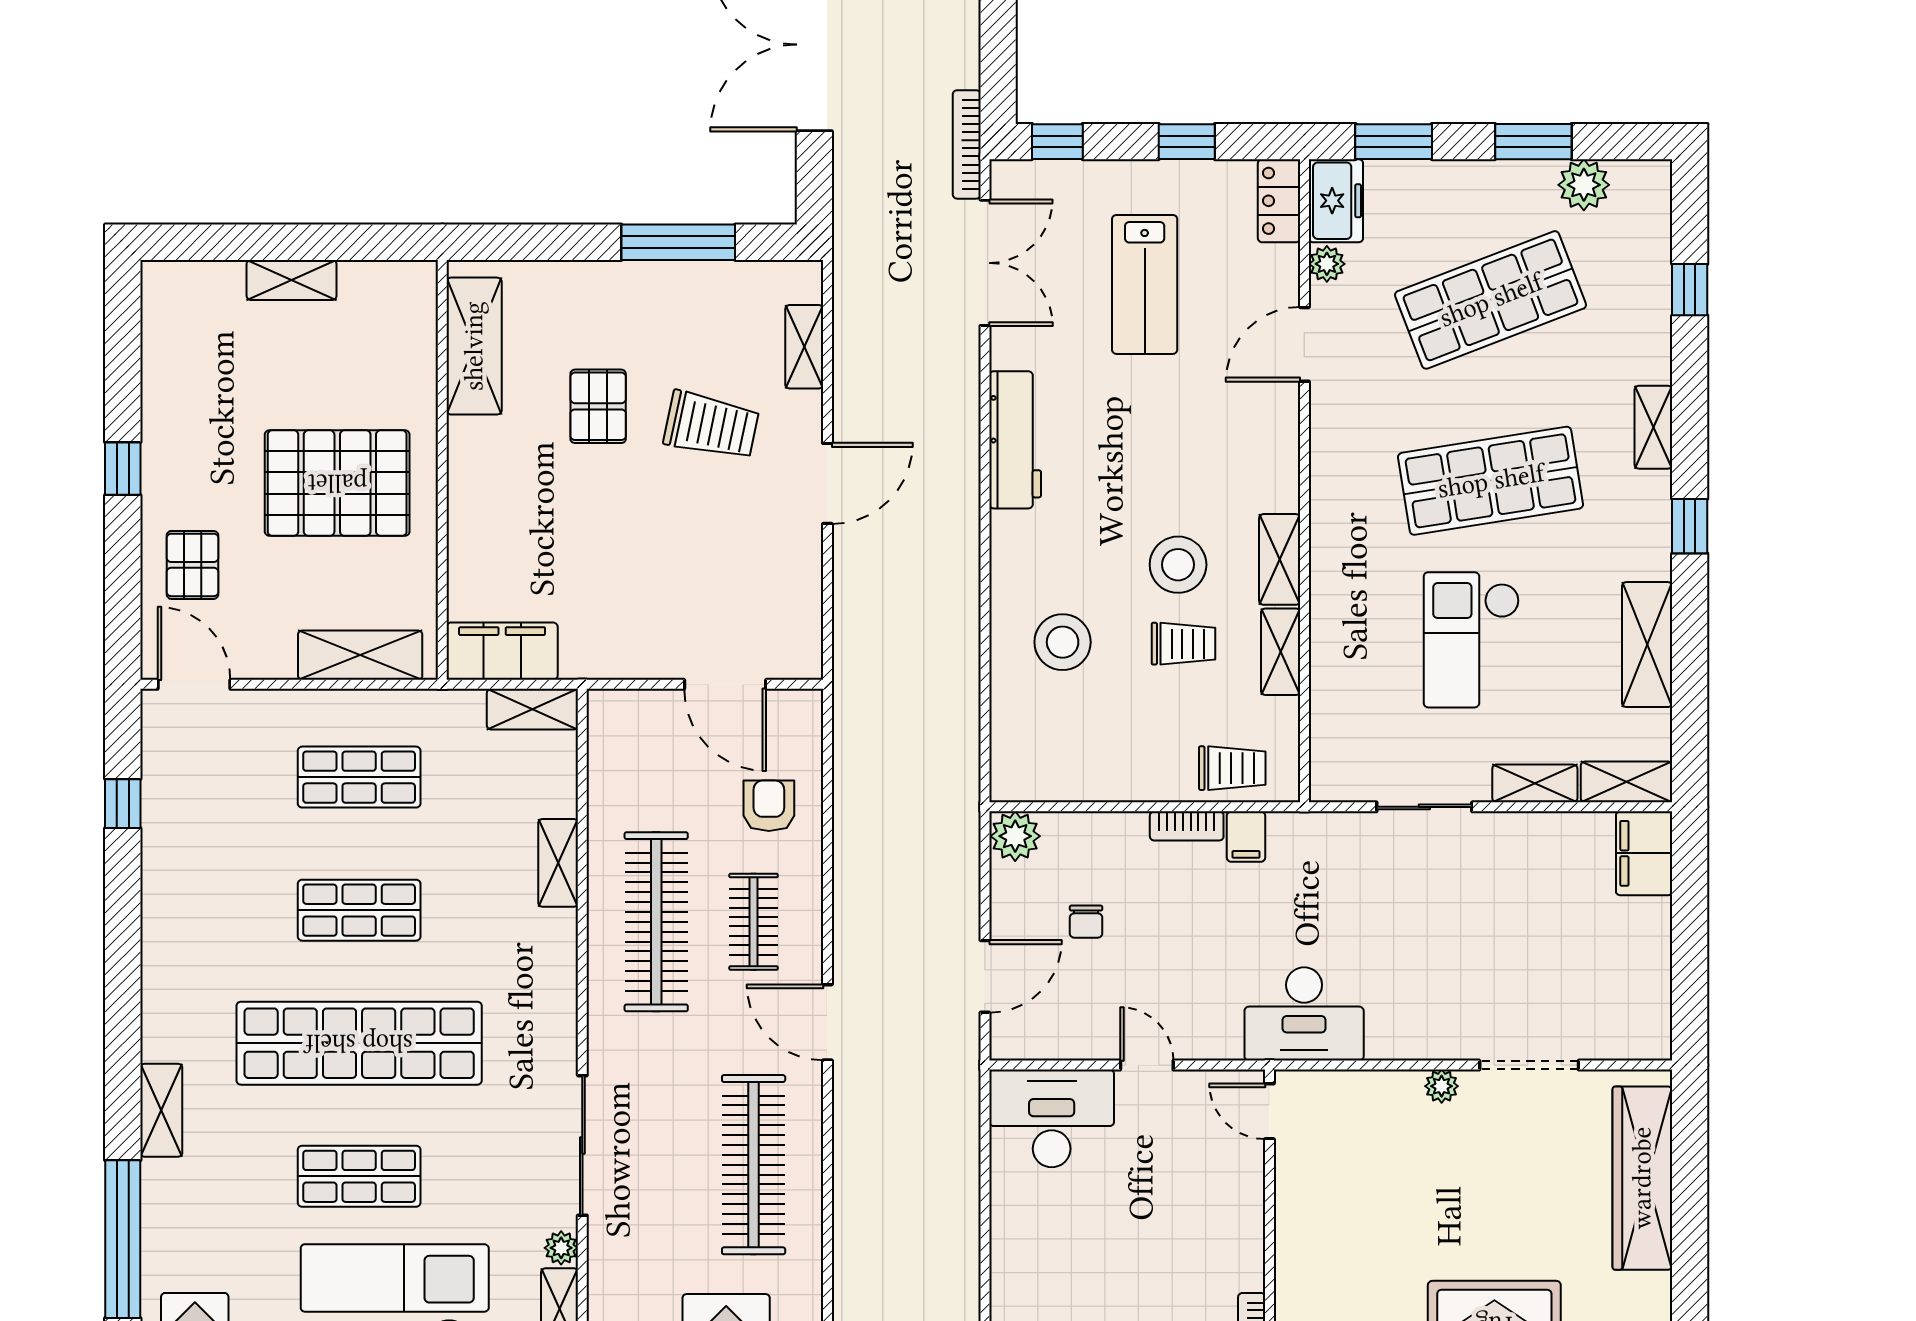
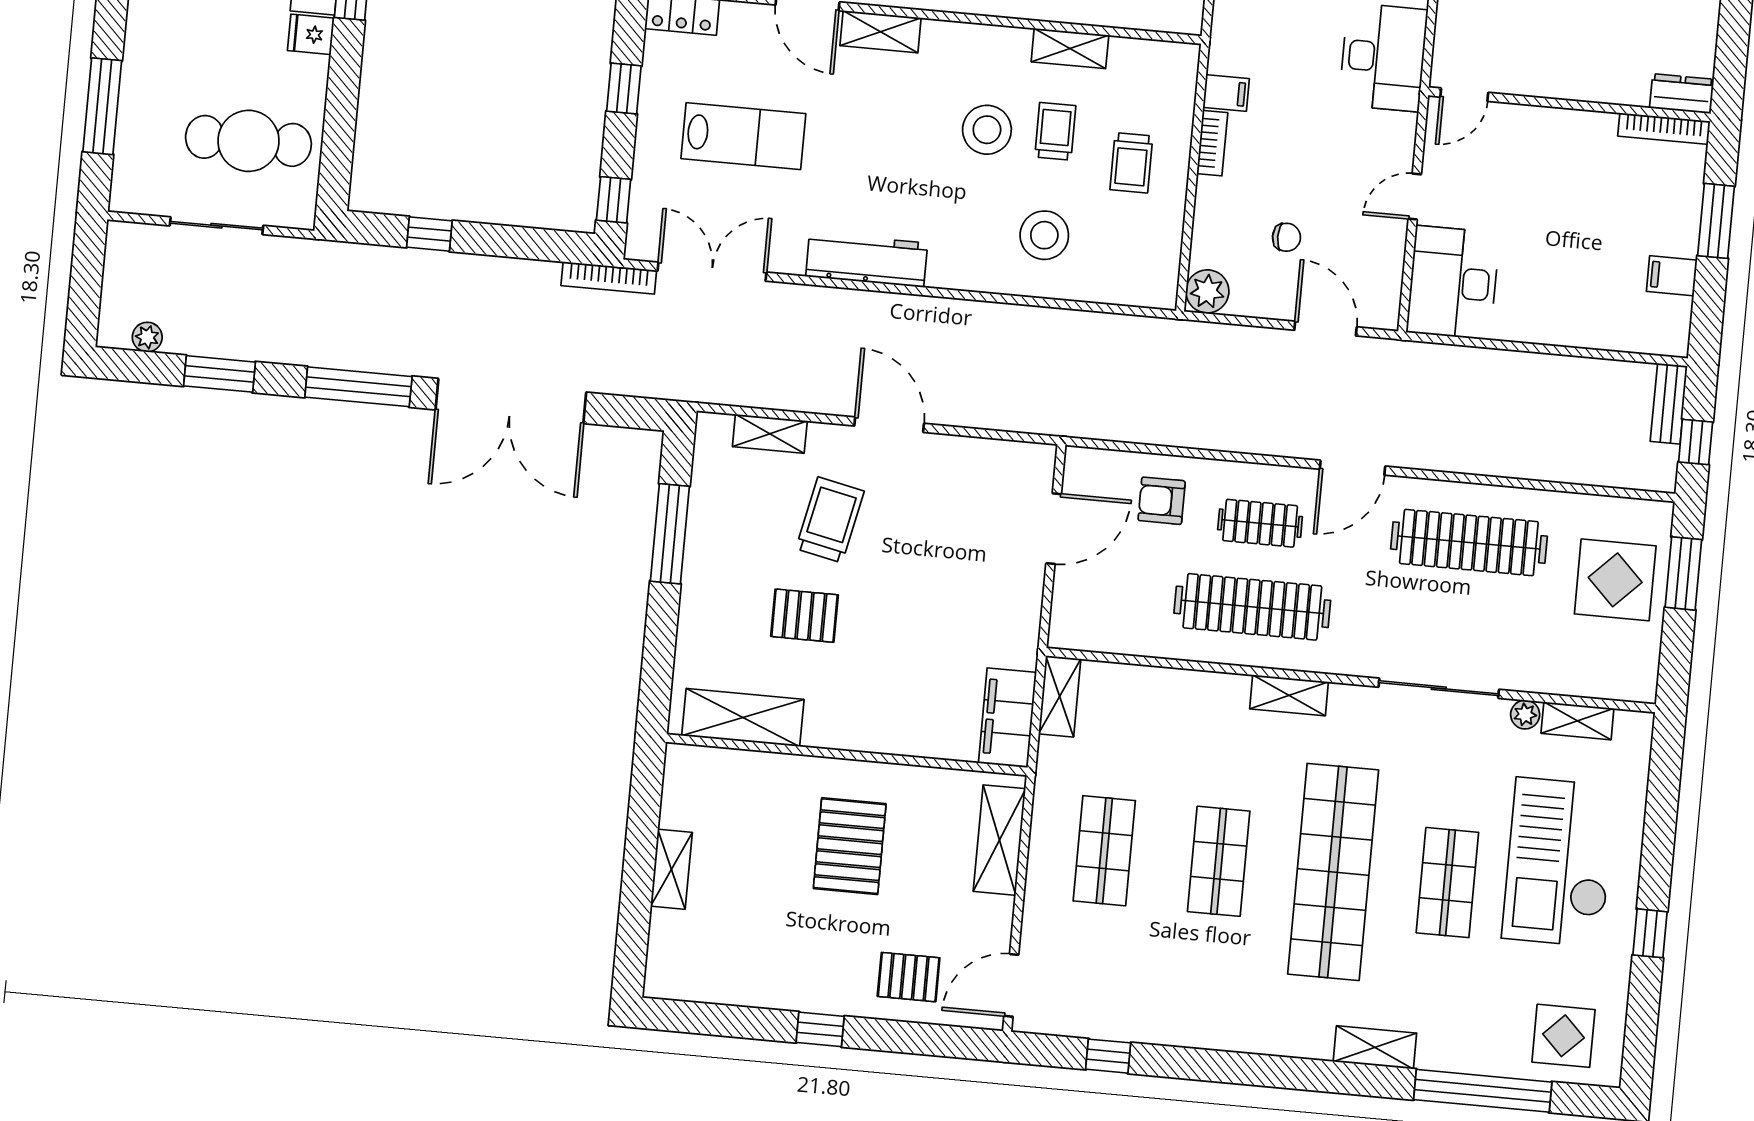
pallet: (337, 483) -> (850, 846), width x0.73, depth x0.71
shelving: (1280, 559) -> (880, 32), moved
trolley: (1232, 768) -> (1131, 163), moved, turned 180
shelving: (558, 863) -> (1289, 695), moved

